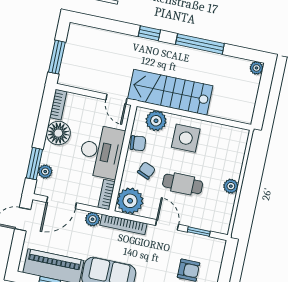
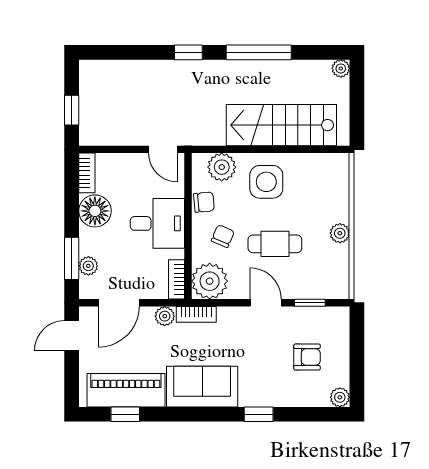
window: (57, 57) -> (72, 110), width x0.67
stairs: (170, 92) -> (281, 125), moved
desk: (101, 152) -> (157, 223), width x0.73
bookcase: (124, 224) -> (196, 314), width x0.64

